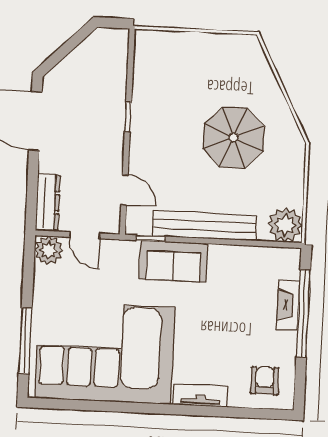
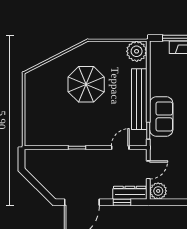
window: (32, 188) -> (122, 202), added

